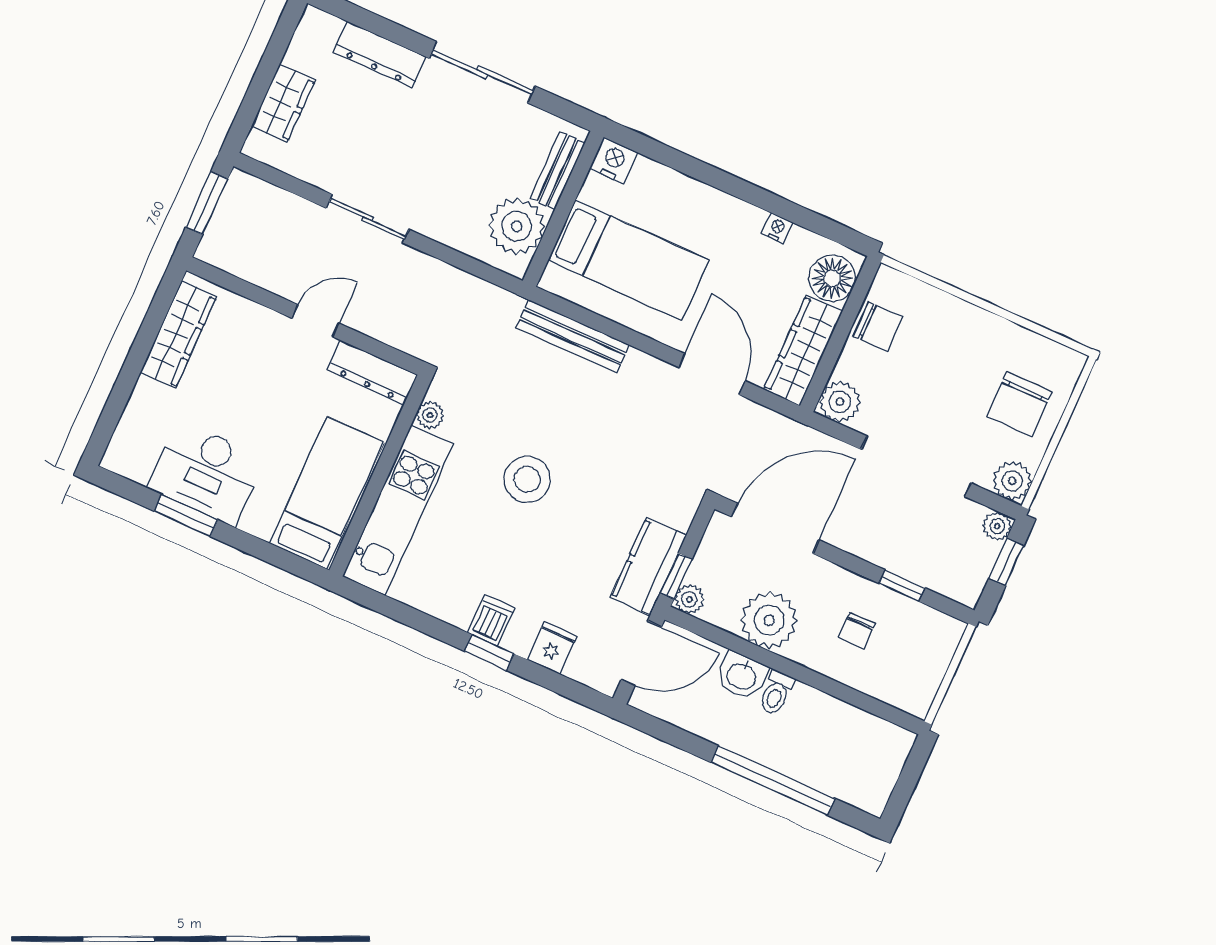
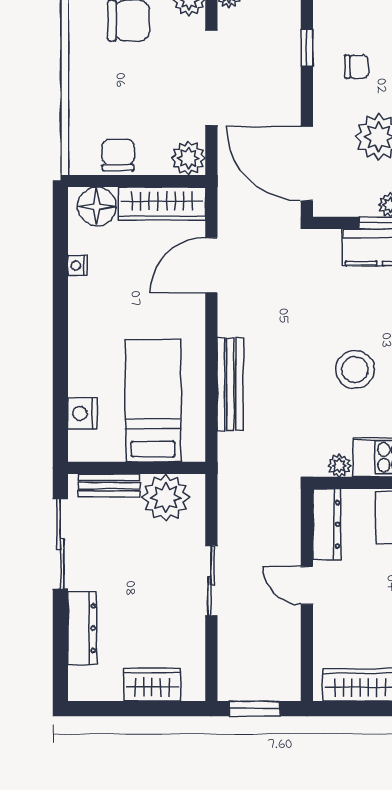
bench: (557, 170) -> (109, 486), moved
wall: (563, 209) -> (137, 468), moved
plant: (517, 226) -> (166, 498), moved
bed: (629, 260) -> (153, 401), moved

